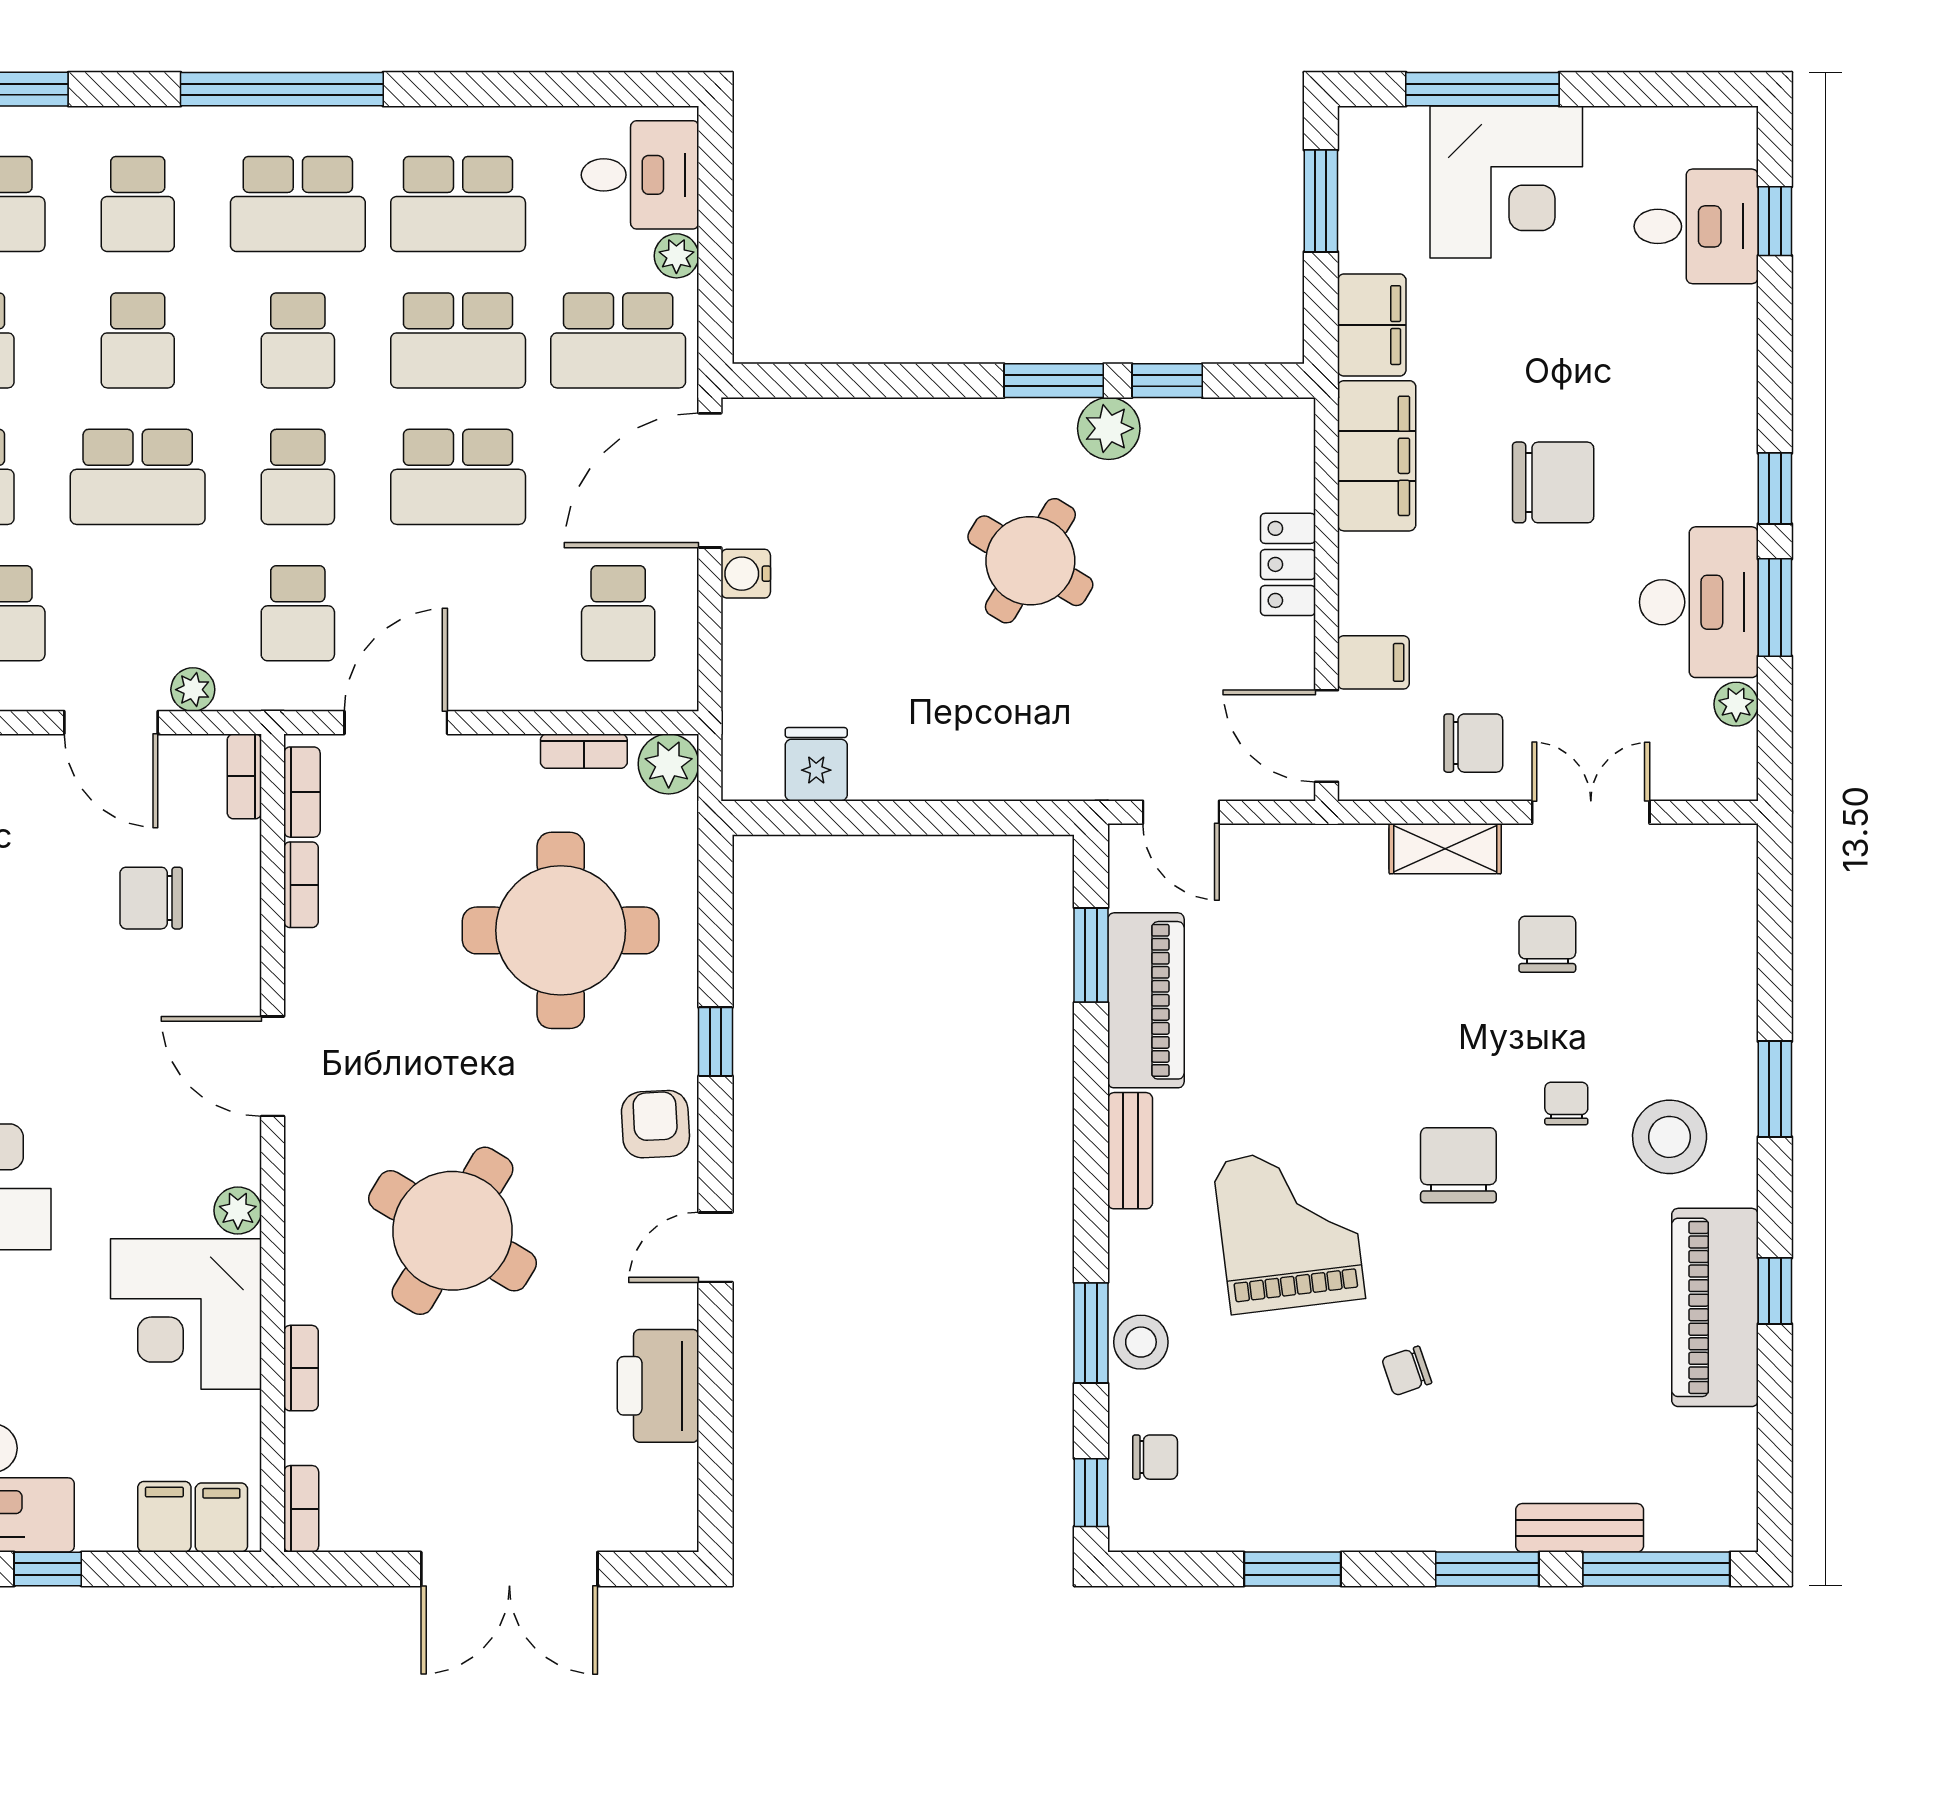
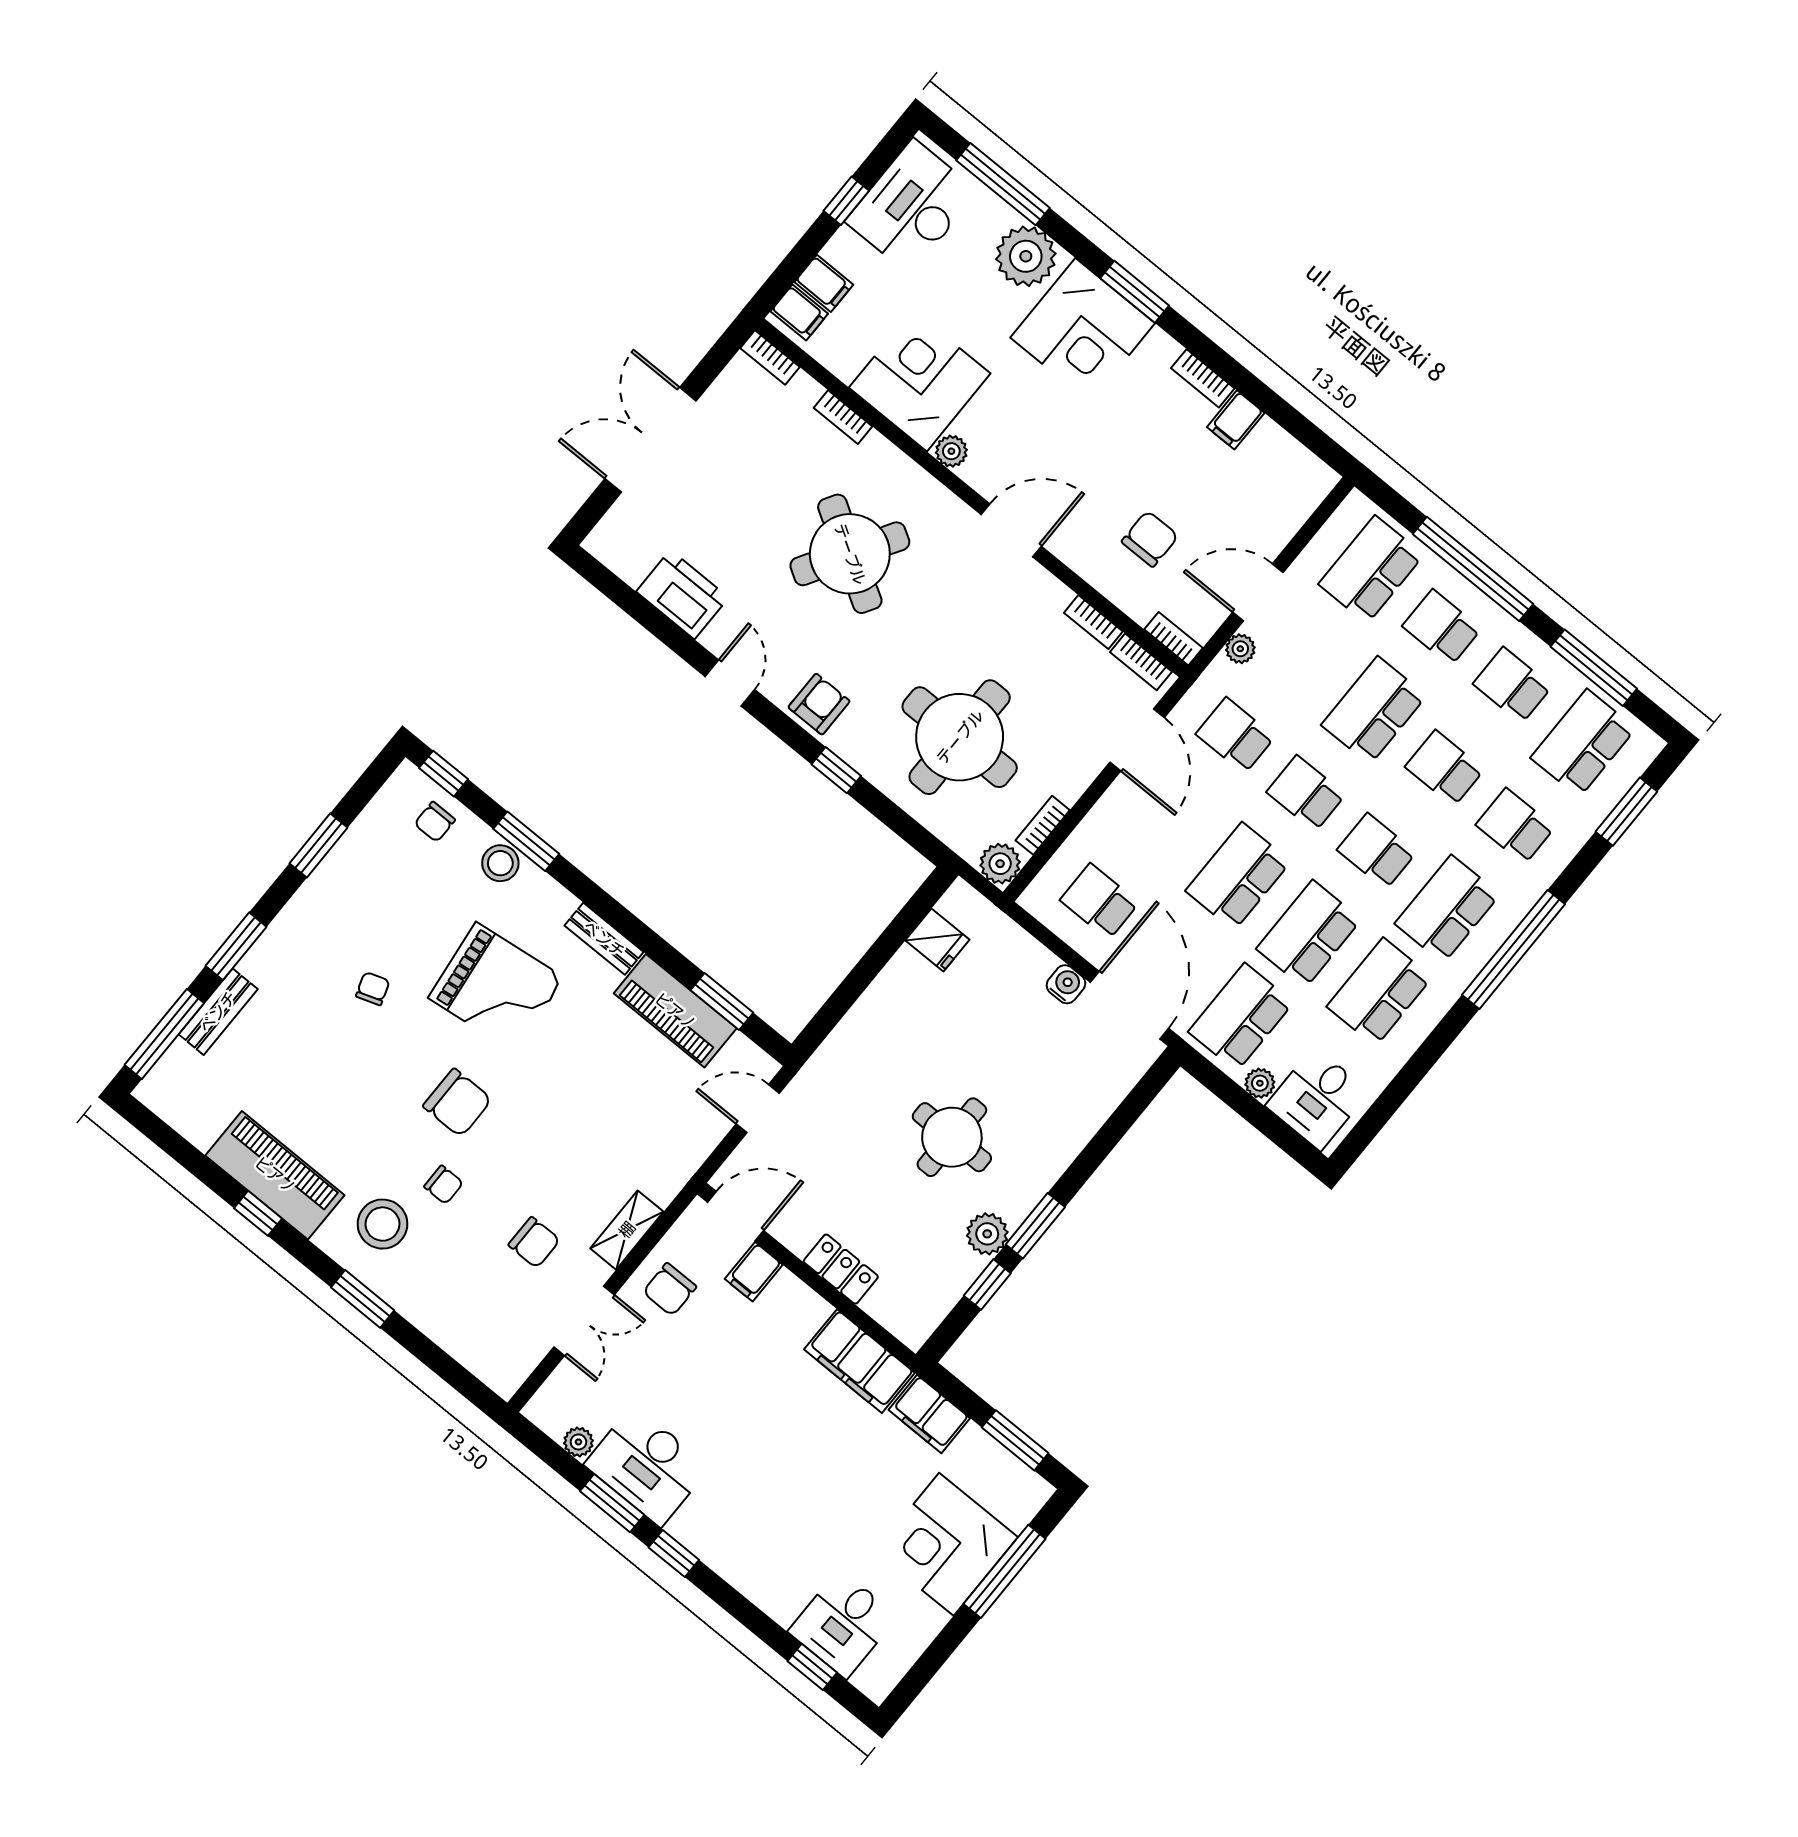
chair: (1553, 482) -> (771, 1441), removed
round table: (1030, 561) -> (952, 1137), turned -31
armchair: (655, 1124) -> (819, 704), turned -87

